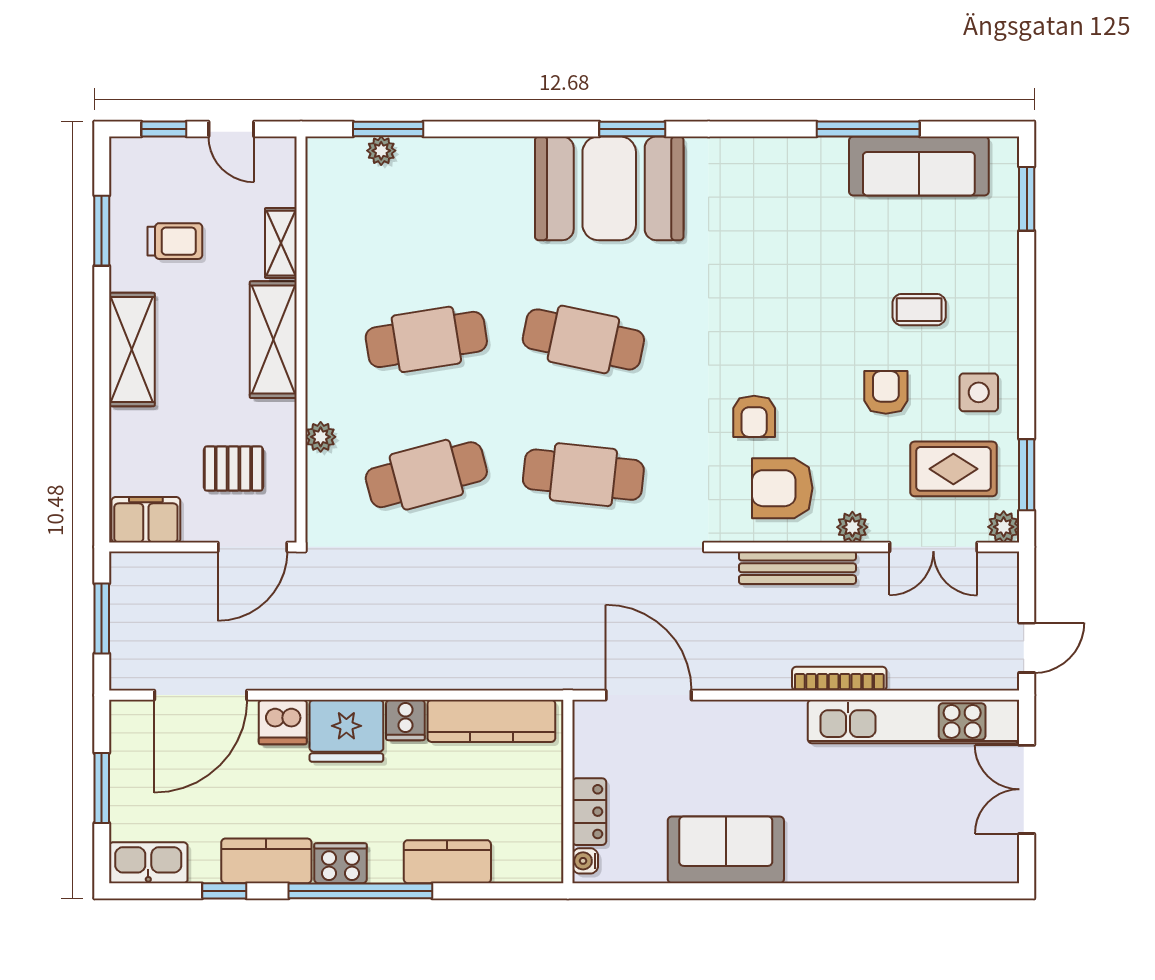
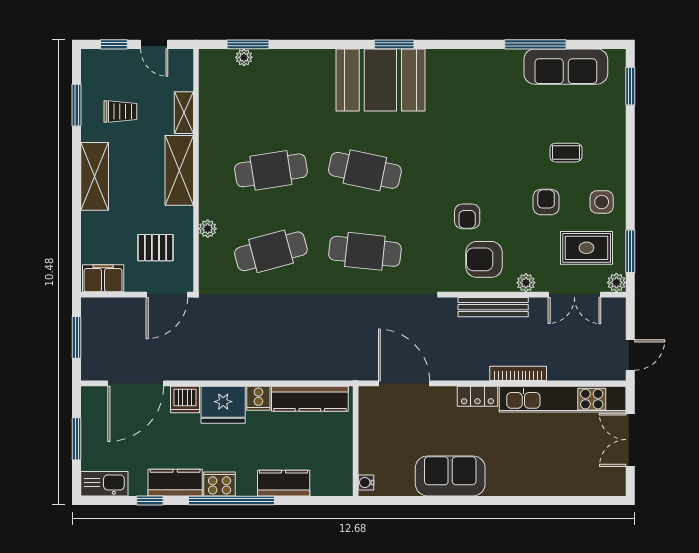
locker: (589, 812) -> (477, 396), moved, turned 90

